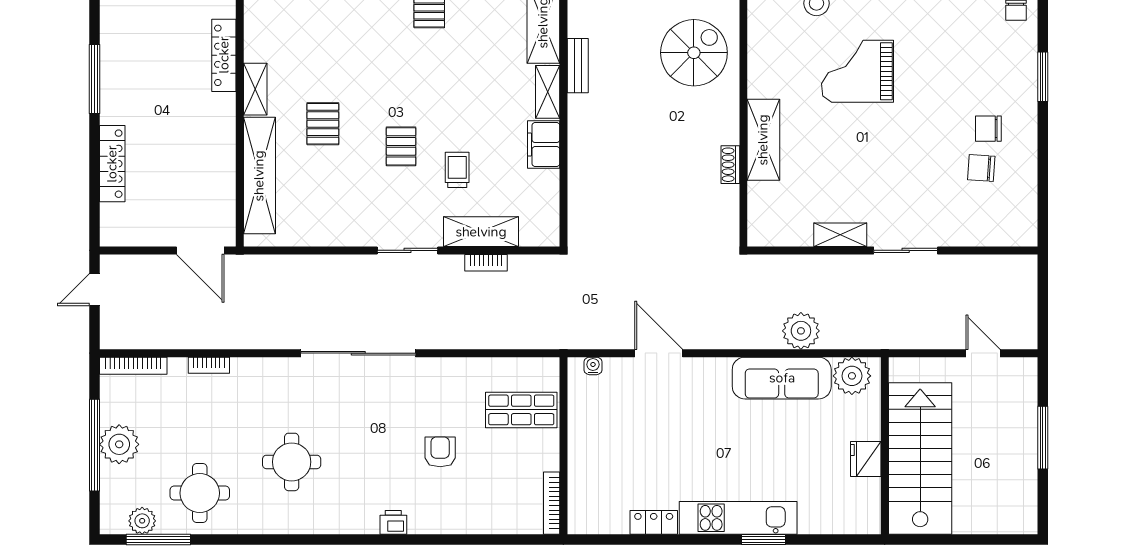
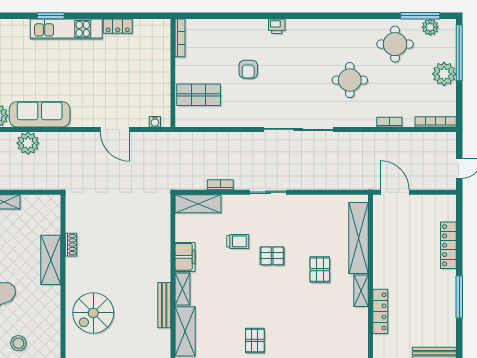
bench: (578, 66) -> (164, 305), width x1.36
pallet: (401, 146) -> (272, 256), turned 90
trolley: (457, 170) -> (238, 241), turned -90
shelving: (481, 232) -> (198, 204), moved
window: (94, 445) -> (459, 53), moved
round table: (292, 462) -> (350, 80), moved

